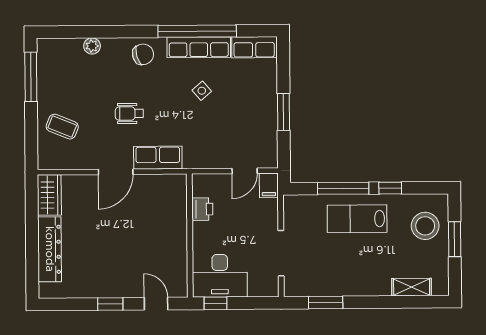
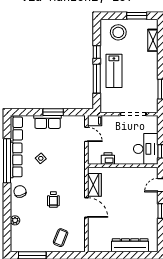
row of seats: (158, 158) -> (48, 122), moved, turned -90
wardrobe: (49, 195) -> (94, 185), moved, turned 90
window: (455, 239) -> (137, 16), moved

